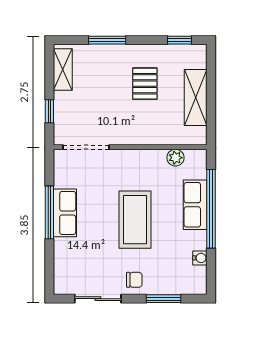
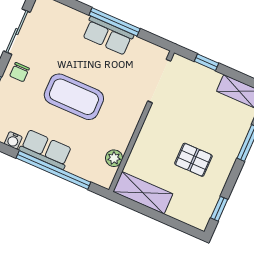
shelving: (196, 98) -> (143, 193), moved
row of seats: (195, 205) -> (46, 149), moved

